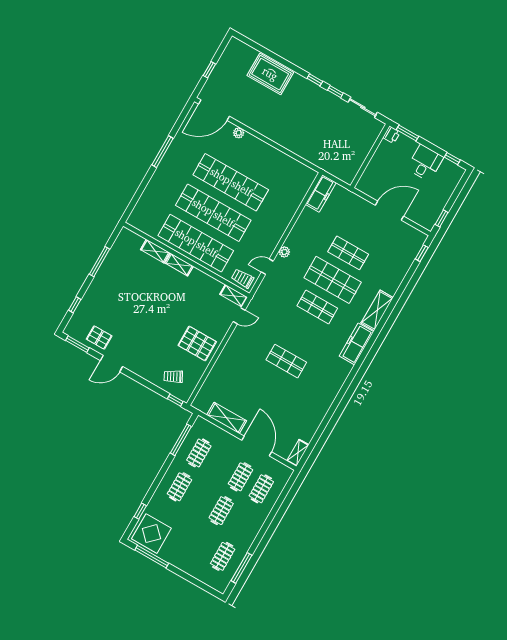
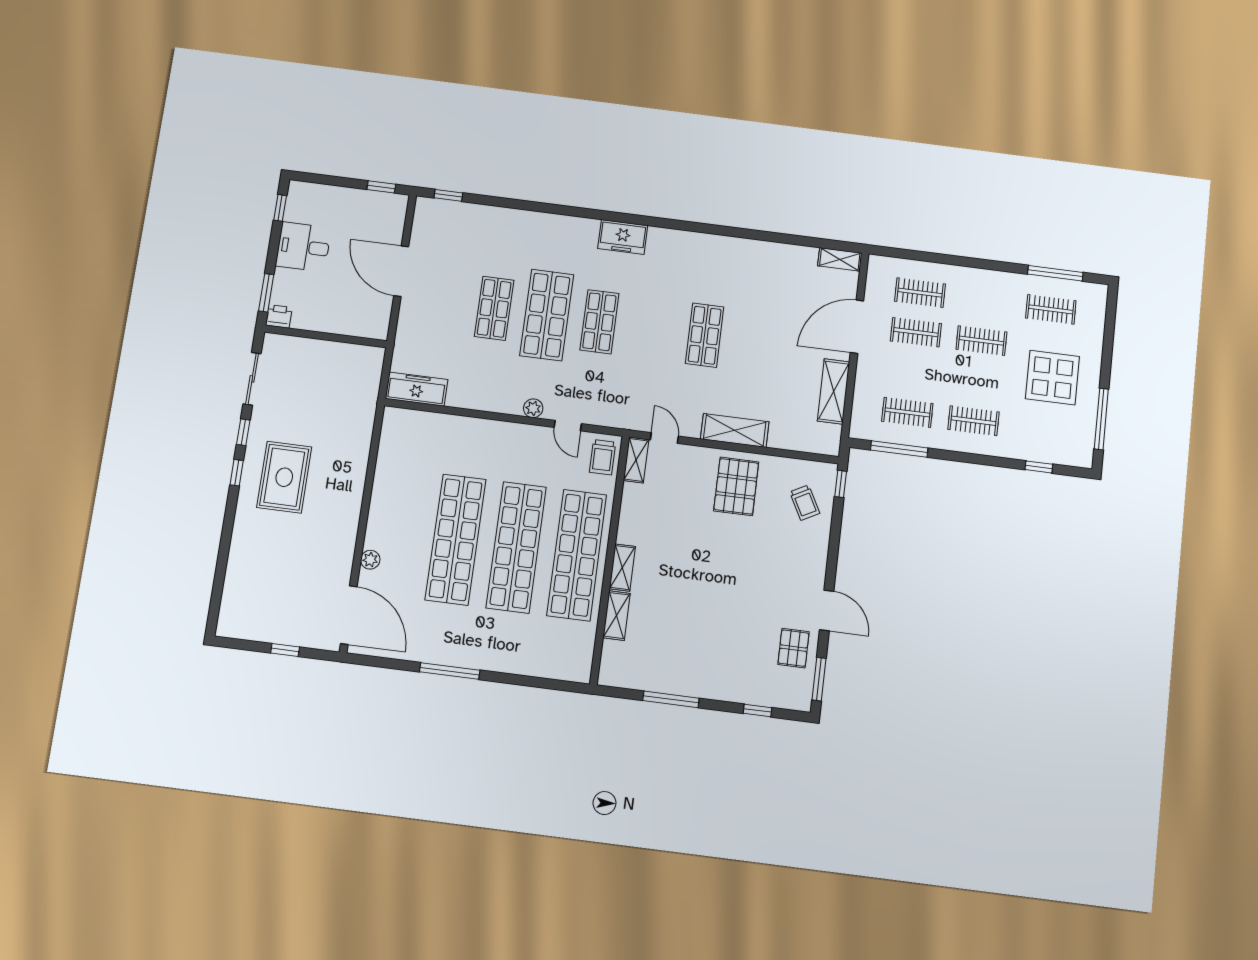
rug: (270, 74) -> (284, 477), moved
shelving: (377, 310) -> (735, 430), moved
freezer: (356, 344) -> (623, 237), width x0.71
display table: (151, 534) -> (1052, 378), moved

